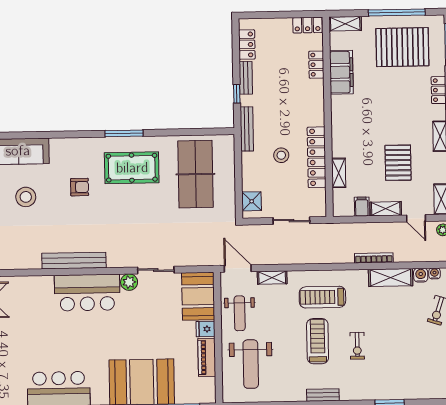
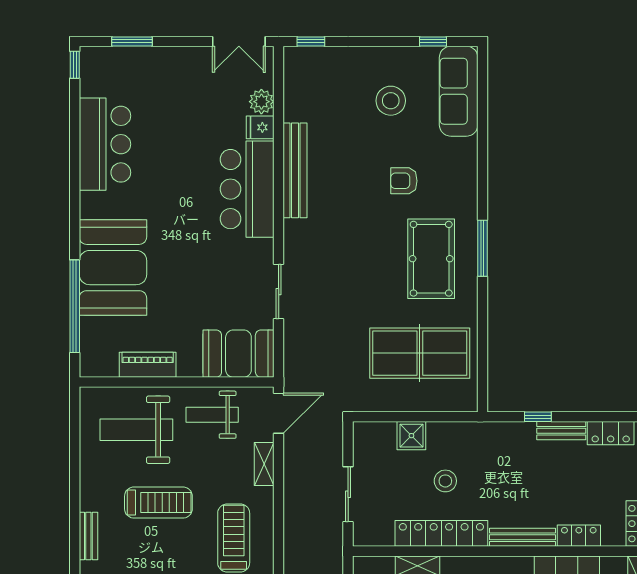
bench: (247, 129) -> (523, 537), moved
armchair: (80, 187) -> (404, 181), turned 90
shower: (252, 201) -> (411, 436), moved
plant: (129, 282) -> (261, 102), moved
fridge: (205, 329) -> (260, 127), moved, turned -90
treadmill: (318, 341) -> (158, 503), moved

